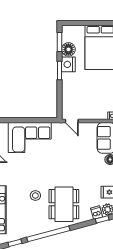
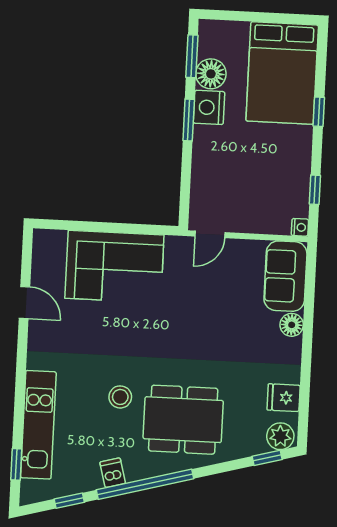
door: (72, 121) -> (210, 234), hinge flipped
dining table: (64, 204) -> (183, 420), turned 90
dishwasher: (97, 213) -> (113, 473), moved

